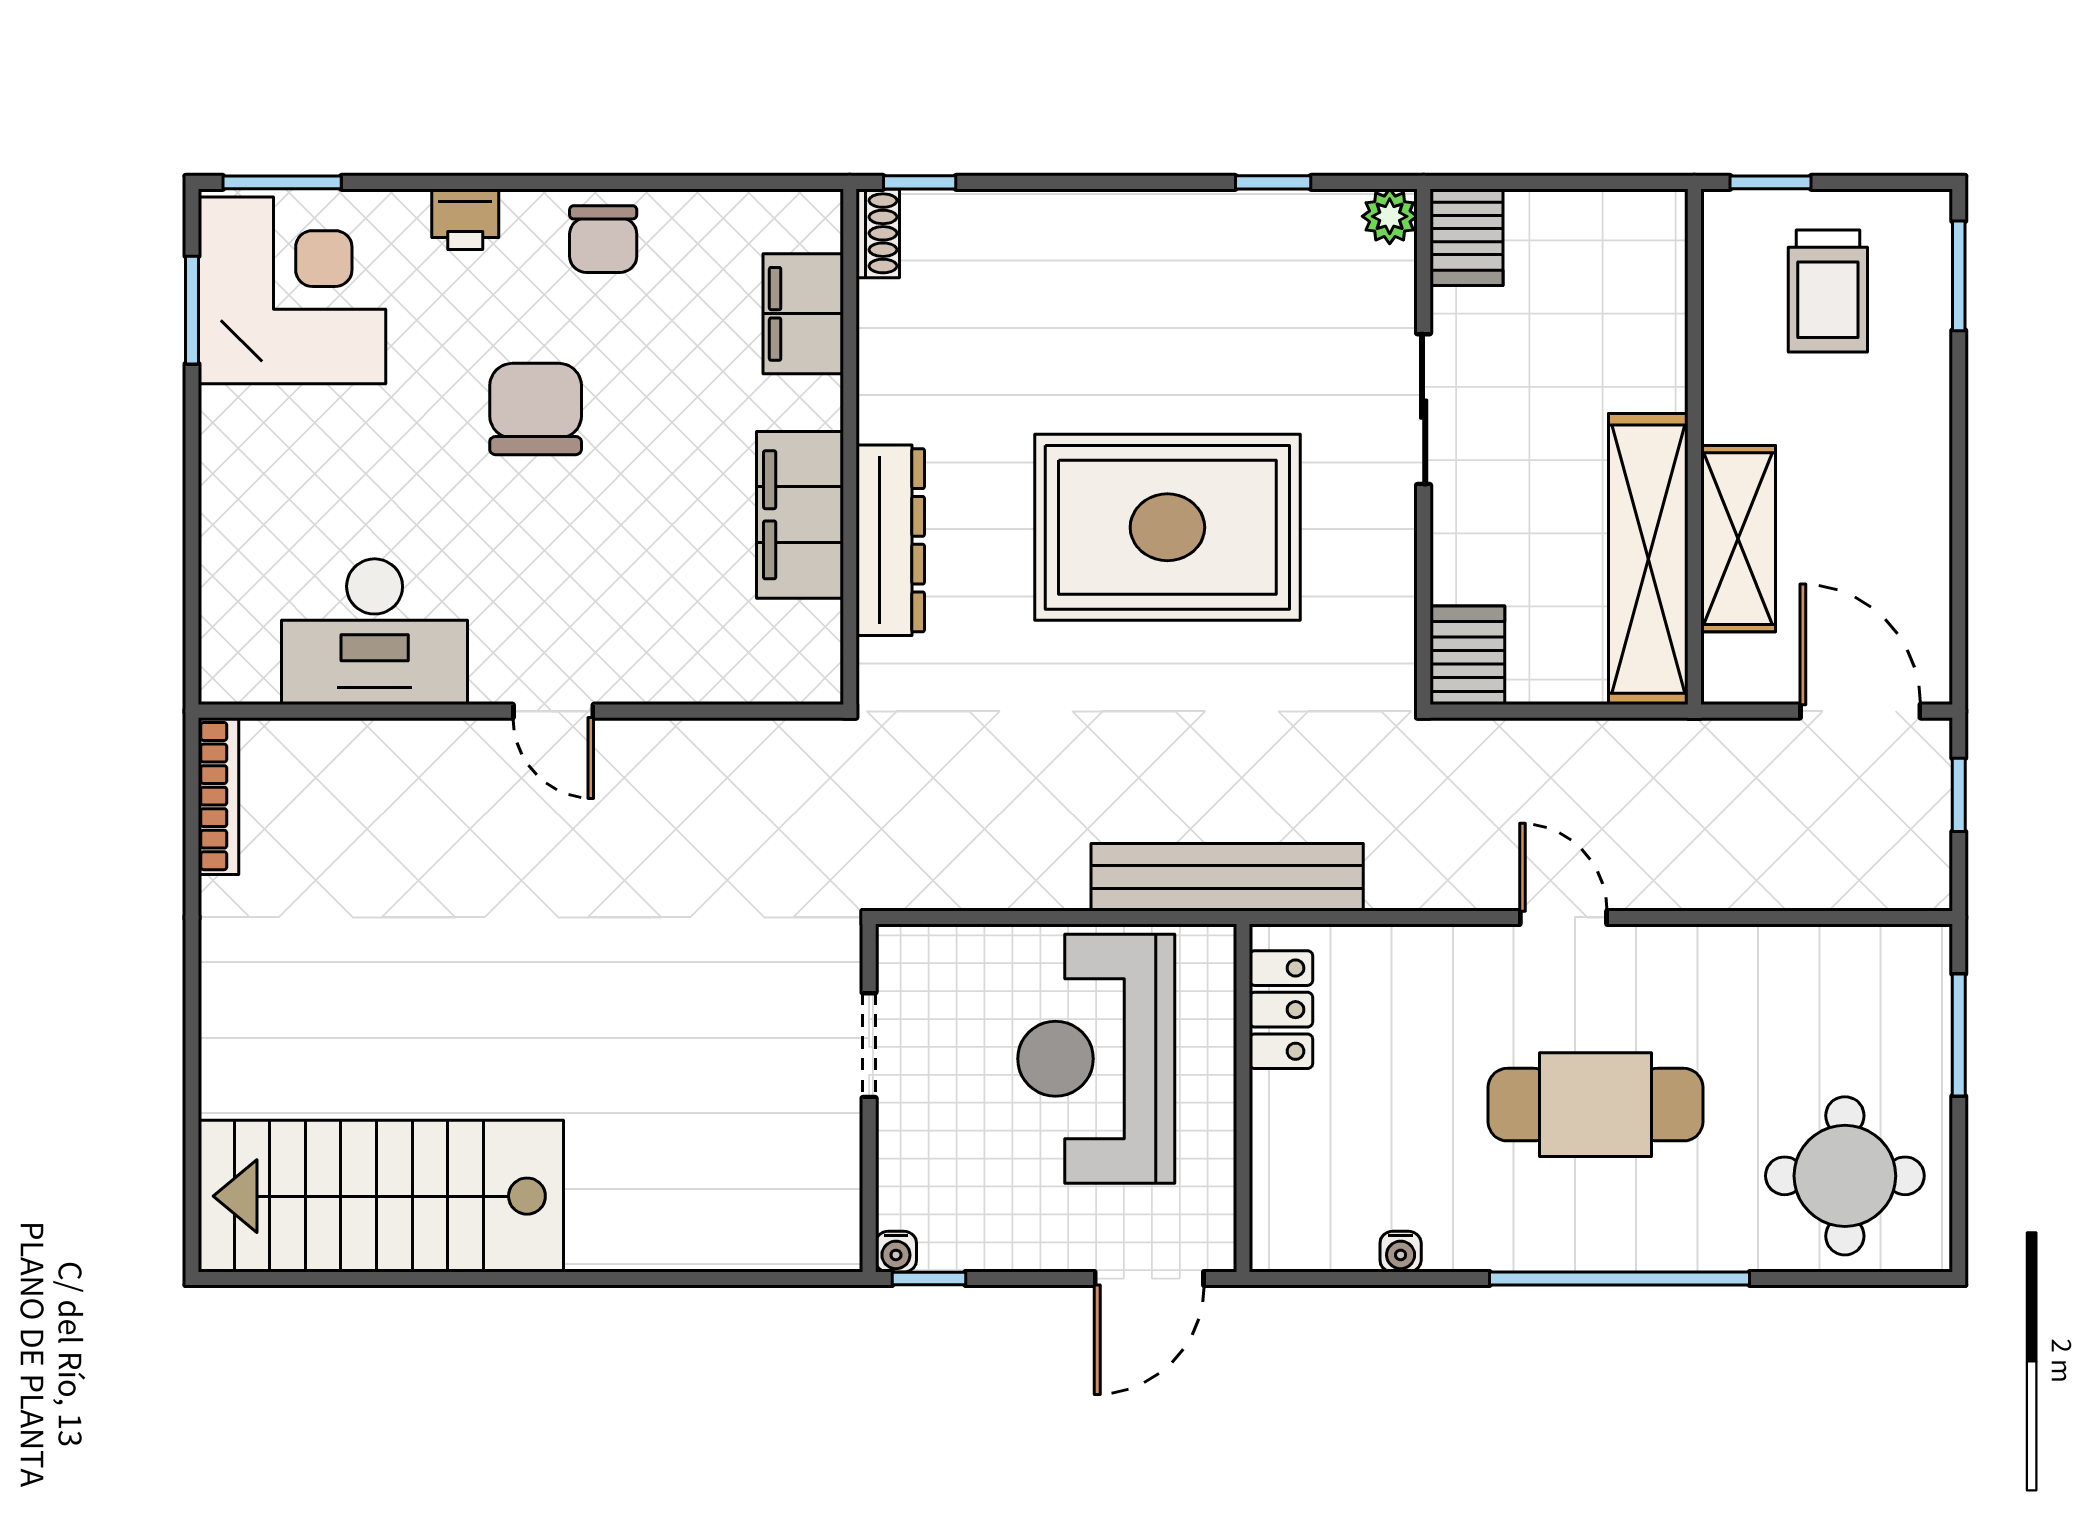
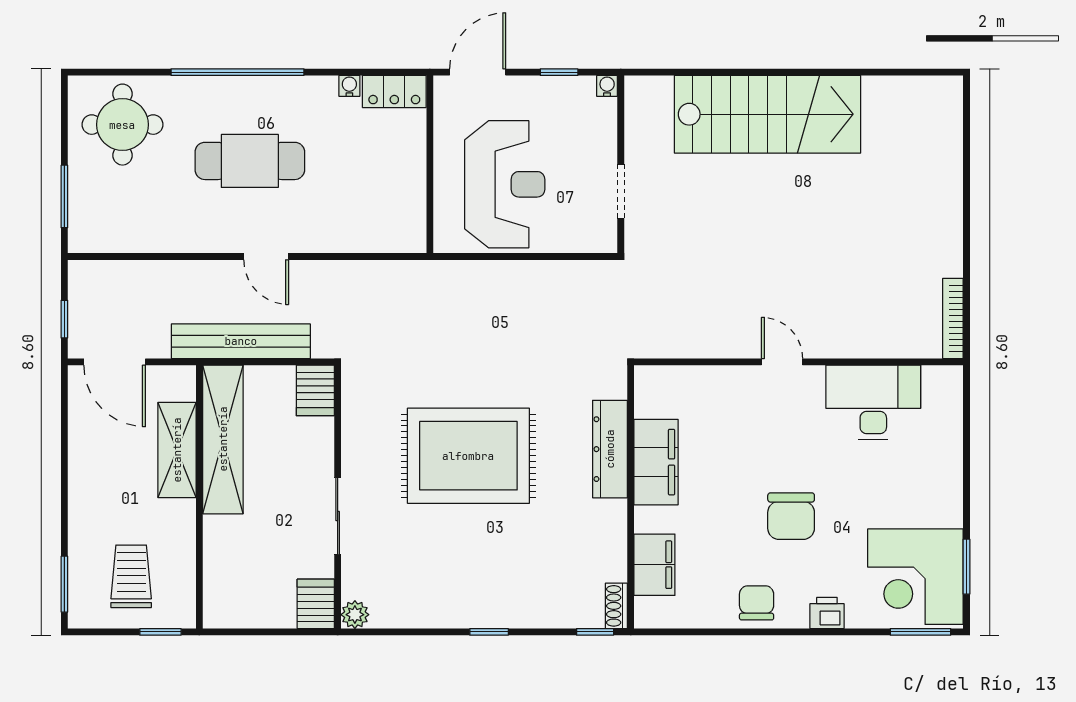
window: (1273, 182) -> (489, 632), moved
bench: (1227, 877) -> (241, 341), moved
locker: (1281, 1010) -> (394, 91), moved, turned -90
stairs: (381, 1196) -> (767, 114), moved
window: (929, 1279) -> (559, 72), moved

